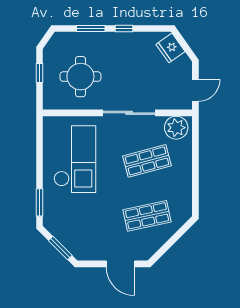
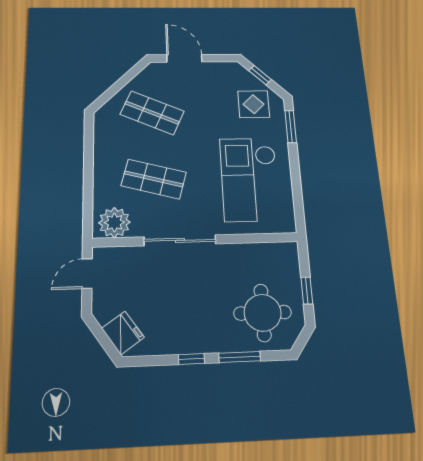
round table: (80, 77) -> (263, 313), moved
shop shelf: (147, 161) -> (154, 179), turned 30
shop shelf: (147, 216) -> (152, 113), turned 36
display table: (67, 222) -> (254, 104), added
window: (60, 248) -> (260, 75), width x0.67

